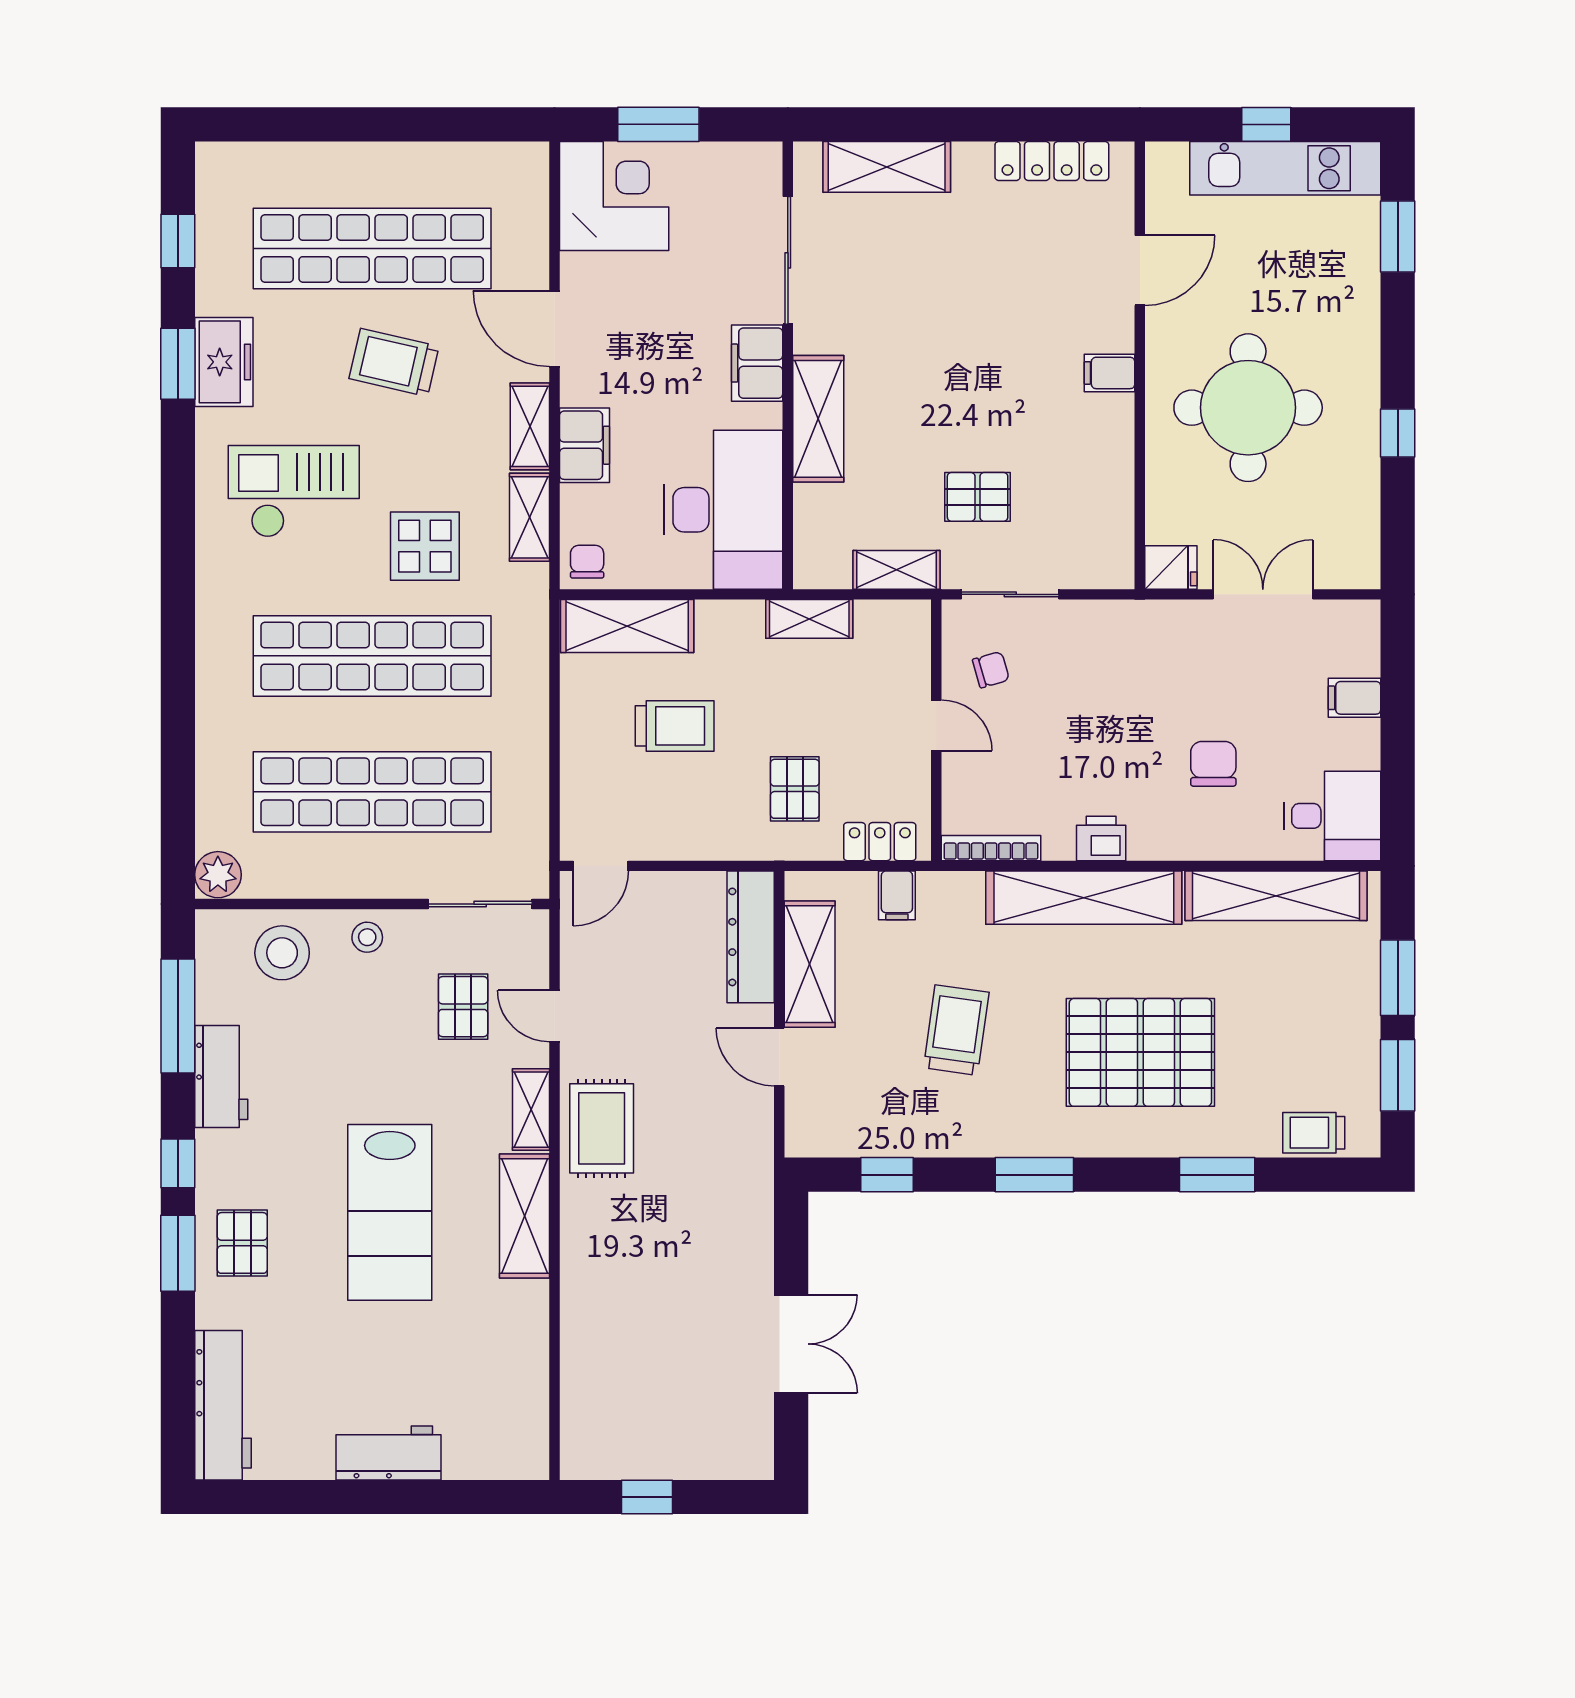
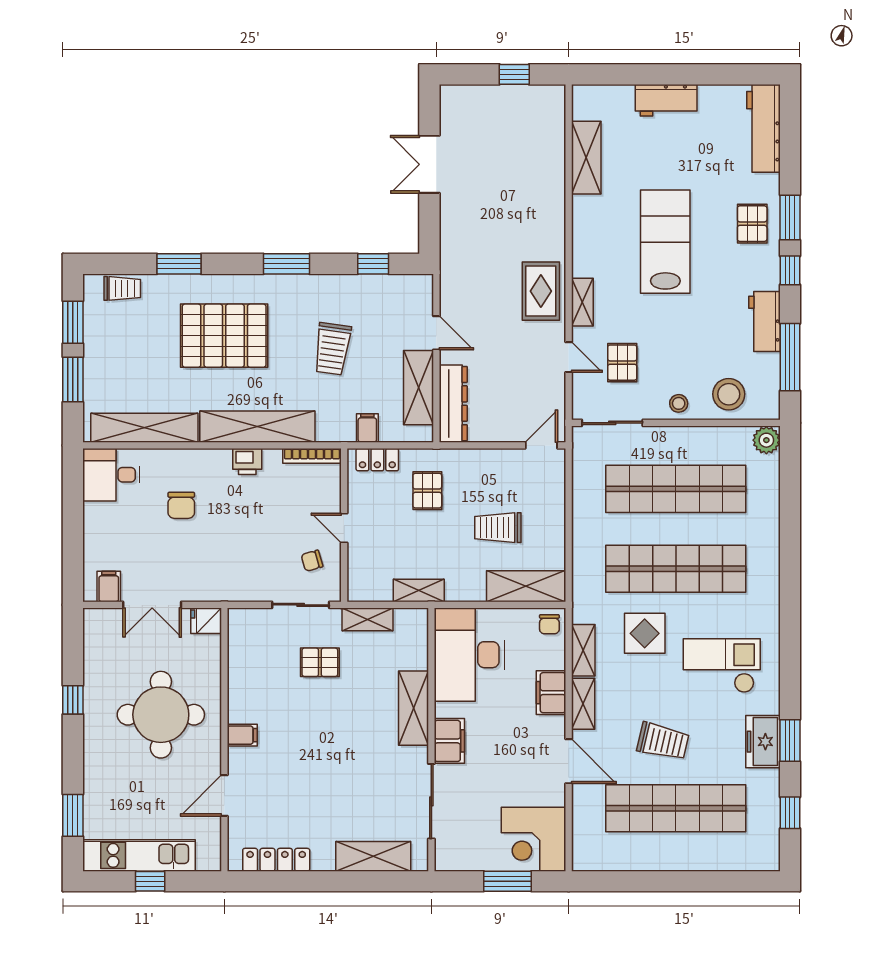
checkout: (294, 491) -> (722, 666), turned 180
filing cabinet: (1355, 698) -> (109, 587), moved, turned -90
shelving: (525, 1216) -> (586, 158), moved

